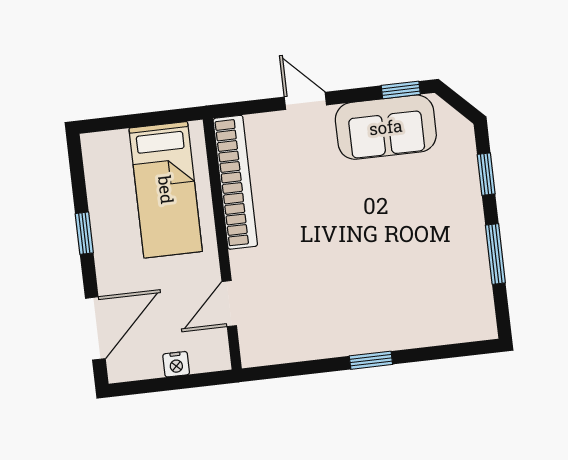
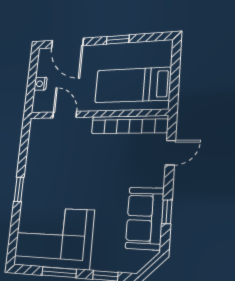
window: (401, 90) -> (167, 212), moved
door: (305, 101) -> (170, 153), moved
corner sofa: (442, 276) -> (54, 238), added

